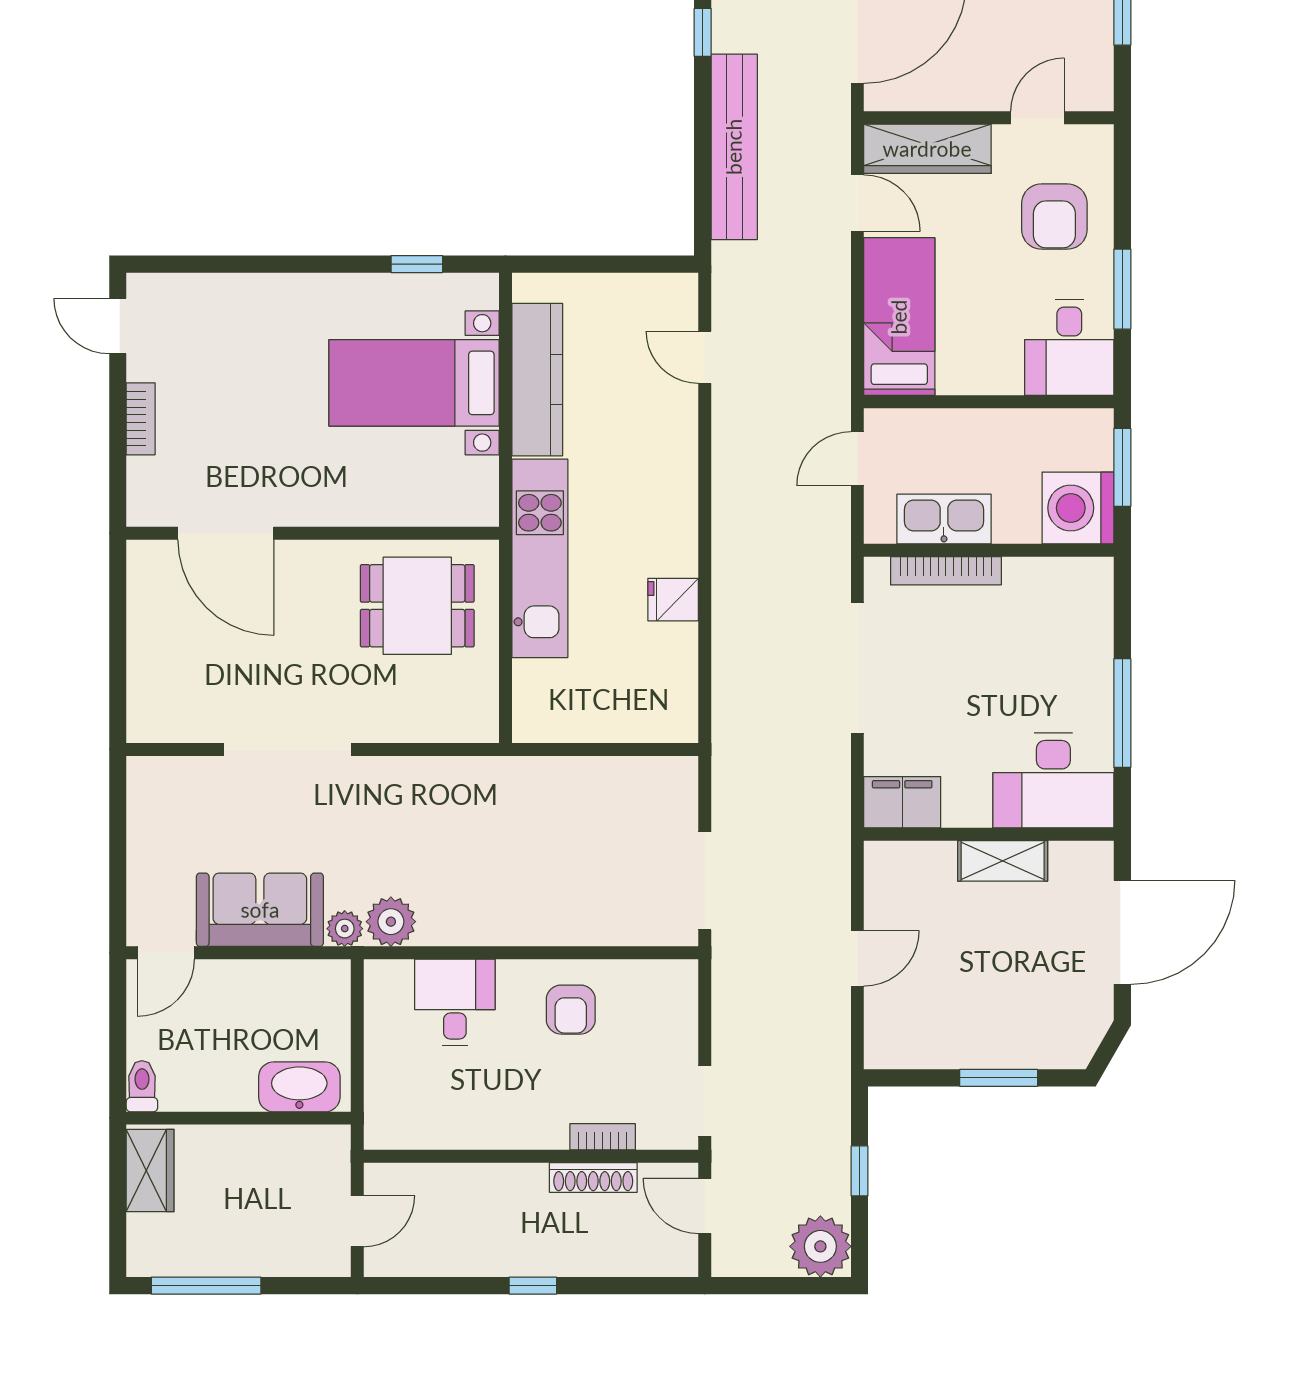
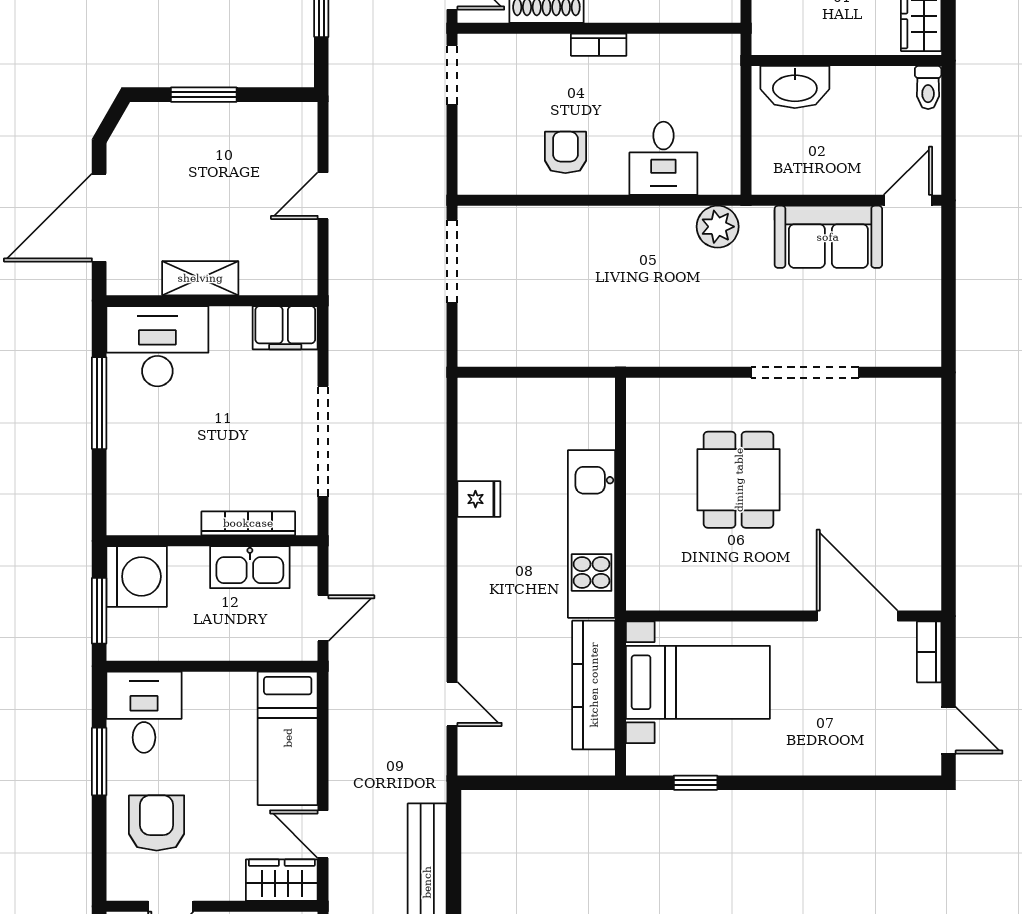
wardrobe: (927, 149) -> (282, 880), width x0.67
door: (226, 533) -> (857, 616), moved
wall: (313, 533) -> (784, 616), moved
dining table: (417, 606) -> (739, 480), moved, turned 90
plant: (345, 929) -> (757, 221), removed
bookcase: (603, 1137) -> (599, 45), moved

